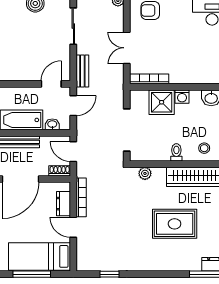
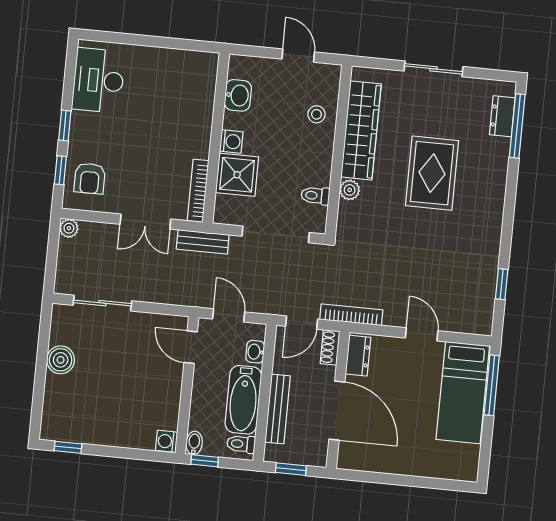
bench: (82, 71) -> (203, 242), moved
toilet: (176, 152) -> (315, 196), moved
plant: (145, 173) -> (350, 190), moved
bookcase: (81, 197) -> (351, 315), moved
dresser: (63, 204) -> (358, 356), moved, turned -90
door: (73, 227) -> (422, 334), swing flipped
window: (32, 274) -> (492, 385), moved

